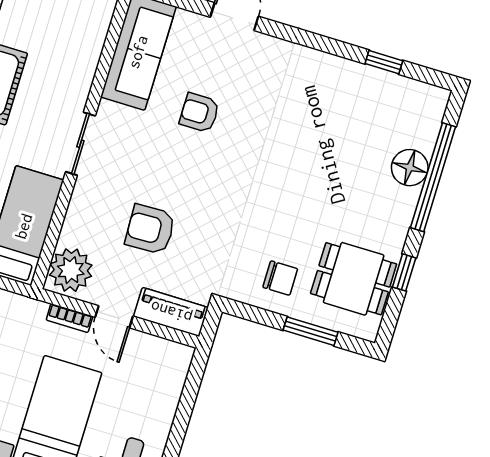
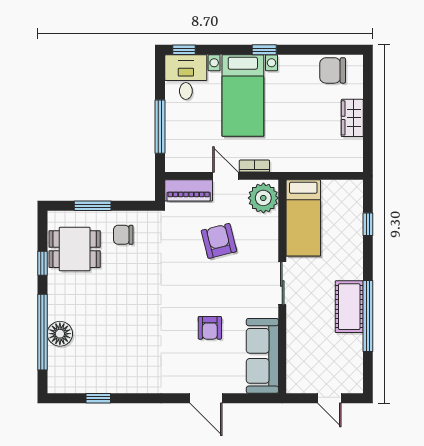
armchair: (199, 113) -> (210, 328), turned 90
armchair: (150, 229) -> (219, 241), turned -102
window: (184, 412) -> (160, 127), added

